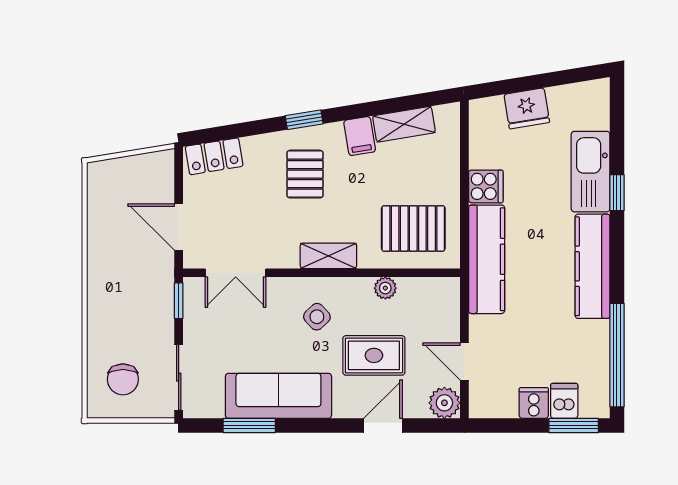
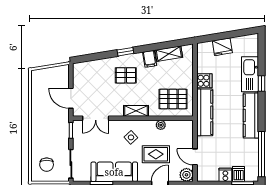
locker: (214, 156) -> (86, 68), removed
pallet: (305, 174) -> (126, 75), turned 90

